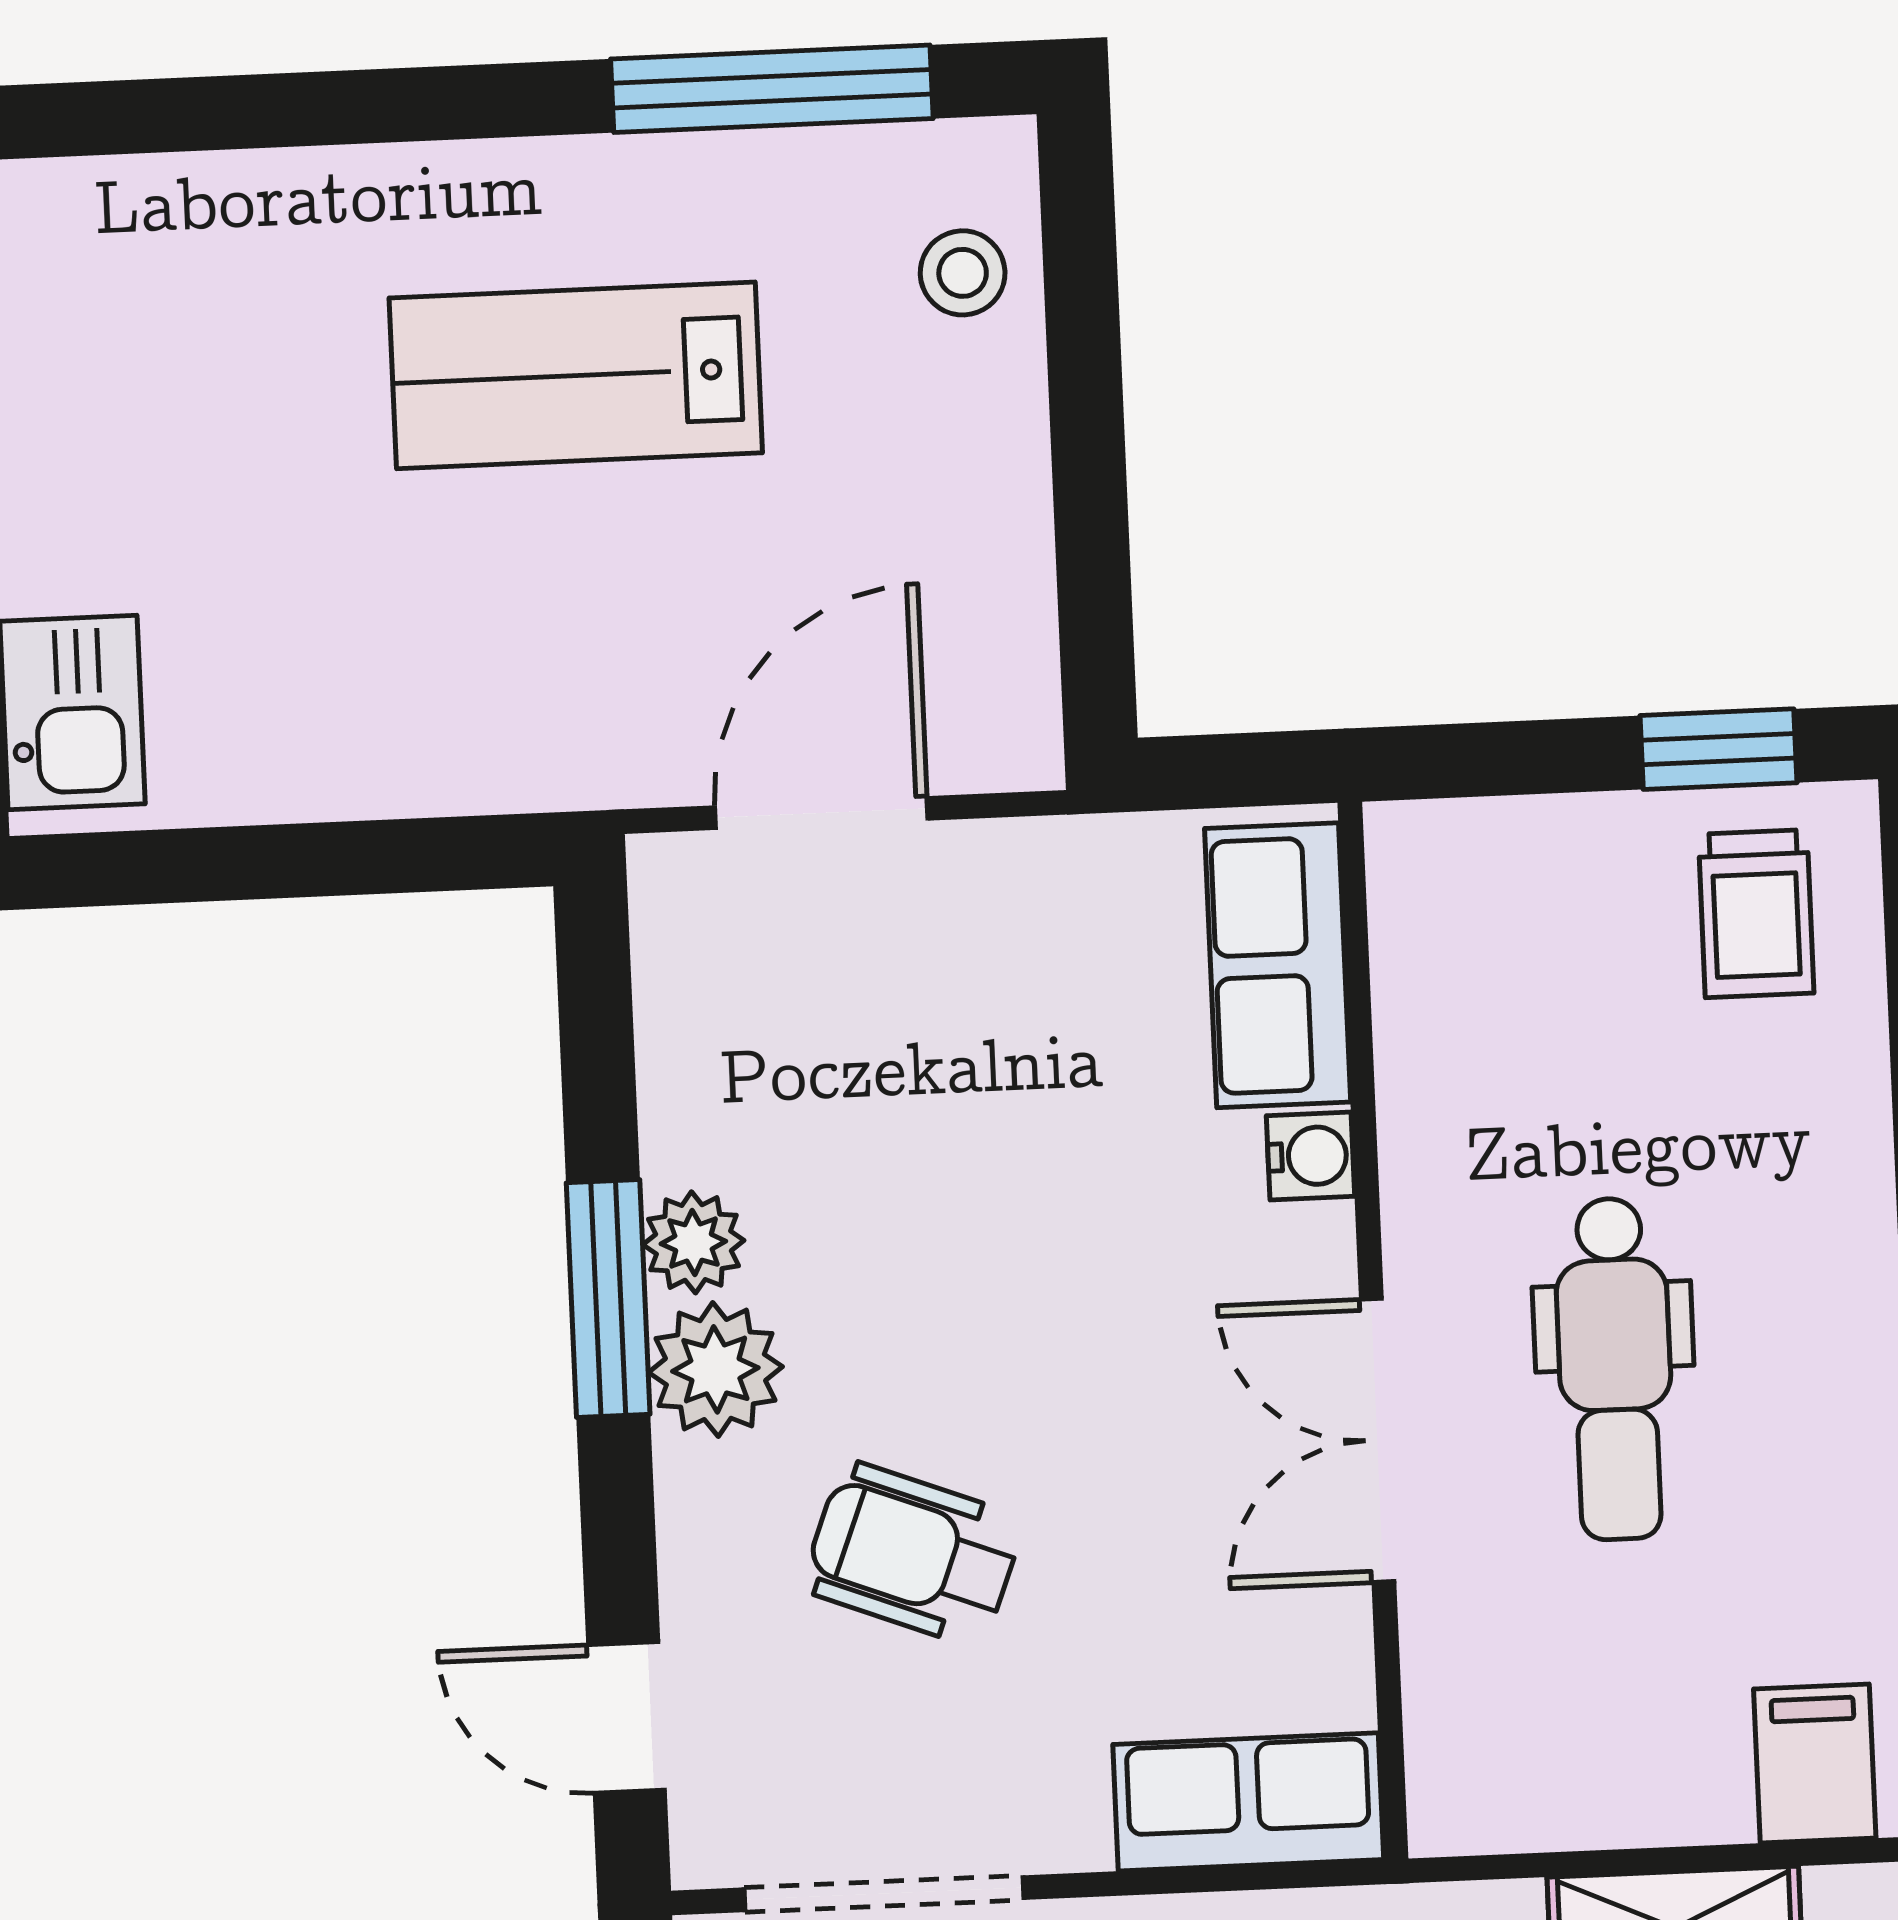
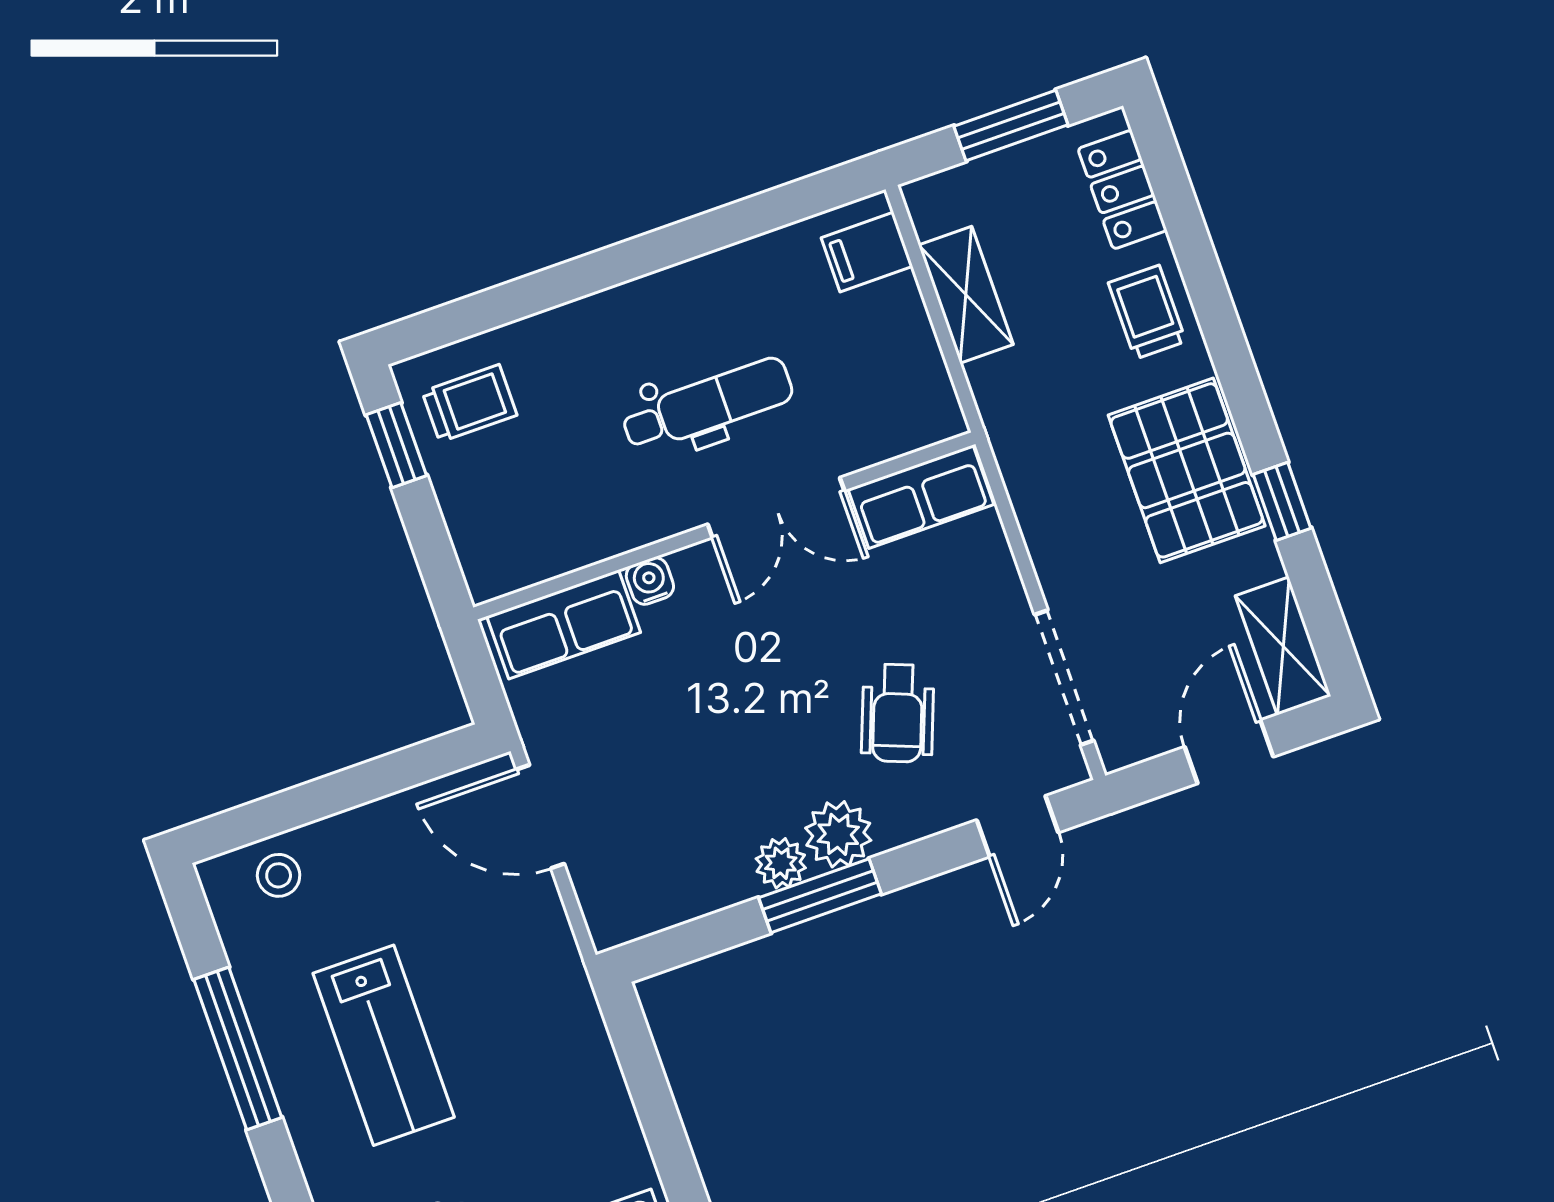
window: (772, 89) -> (238, 1048), moved
door: (821, 813) -> (540, 817), moved
row of seats: (1248, 1802) -> (921, 497), moved, turned -90

